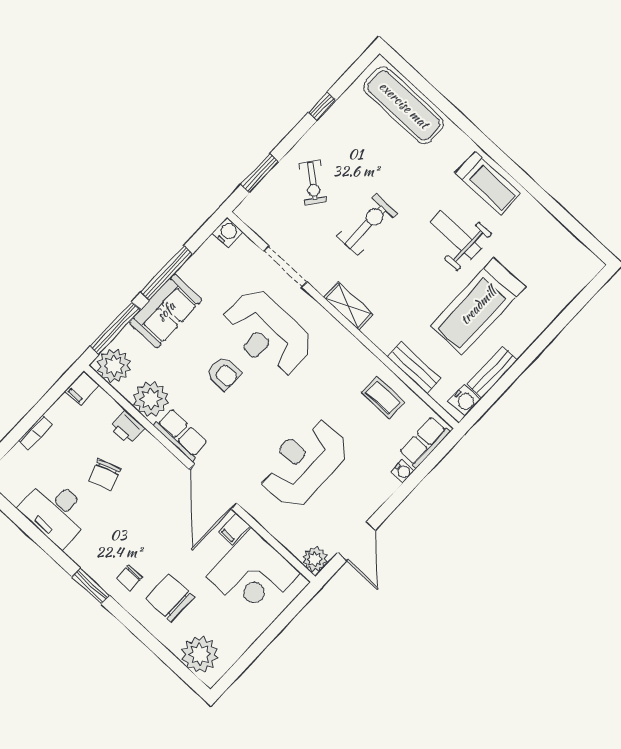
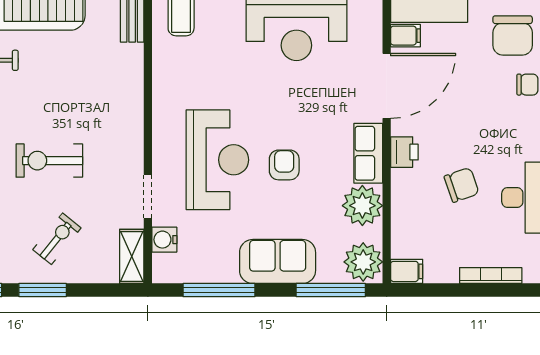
window: (260, 173) -> (43, 290), moved
water cooler: (227, 232) -> (164, 240), moved
doorway: (285, 267) -> (148, 197), width x0.73
window: (167, 273) -> (219, 290), moved
shelving: (348, 306) -> (132, 256), moved
printer: (127, 427) -> (404, 152), moved
bookcase: (35, 432) -> (491, 276), width x1.56

